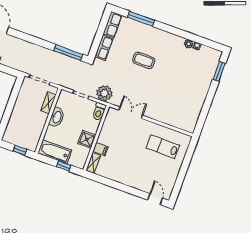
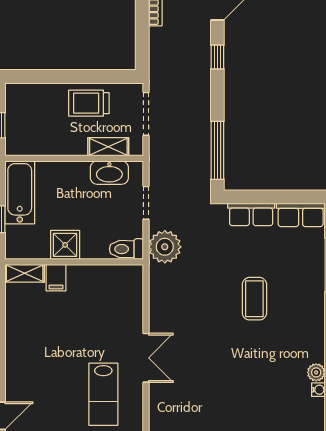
window: (25, 37) -> (217, 57), added
trolley: (25, 104) -> (89, 103), added
double door: (131, 113) -> (146, 358), moved
washbasin: (57, 117) -> (109, 173), moved
lab bench: (163, 147) -> (103, 394), turned 180

